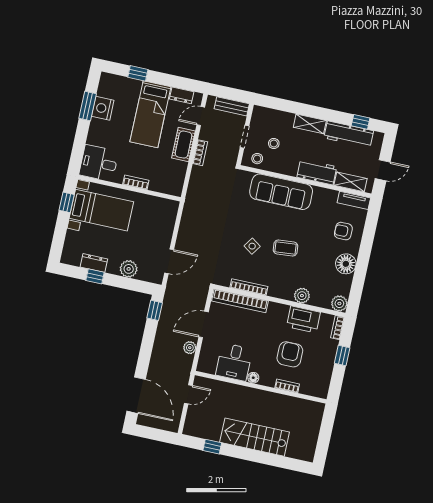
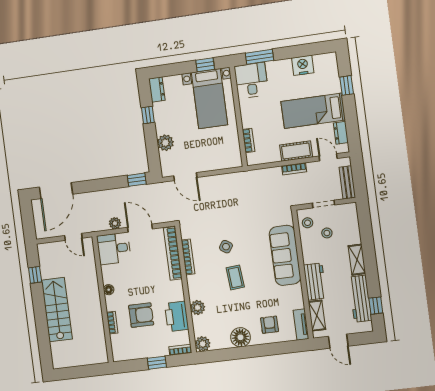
window: (88, 106) -> (259, 57), moved
bookcase: (136, 182) -> (249, 140), moved
dresser: (94, 263) -> (157, 90), moved
desk: (234, 362) -> (114, 249), moved

